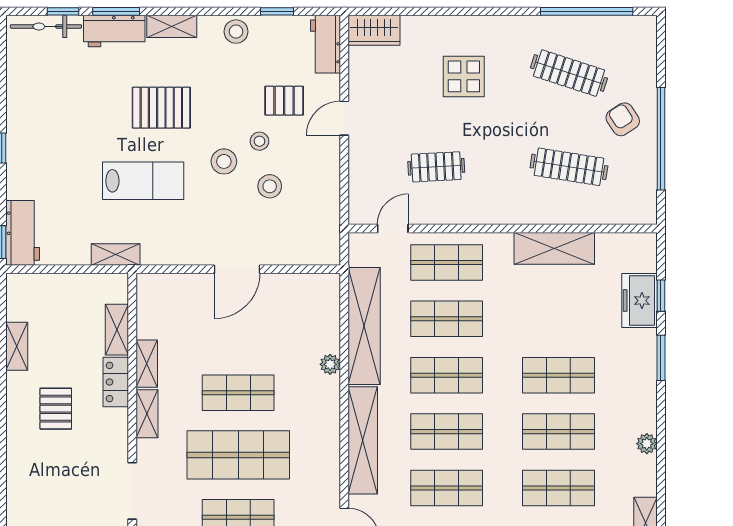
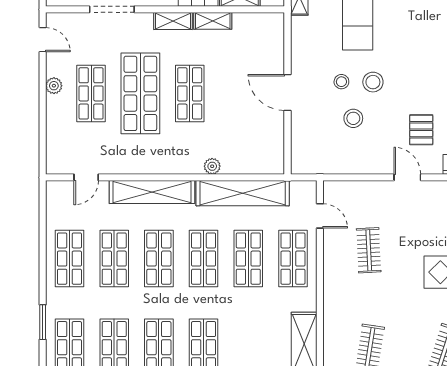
pallet: (161, 108) -> (416, 32), removed
stool: (259, 141) -> (341, 82), moved

